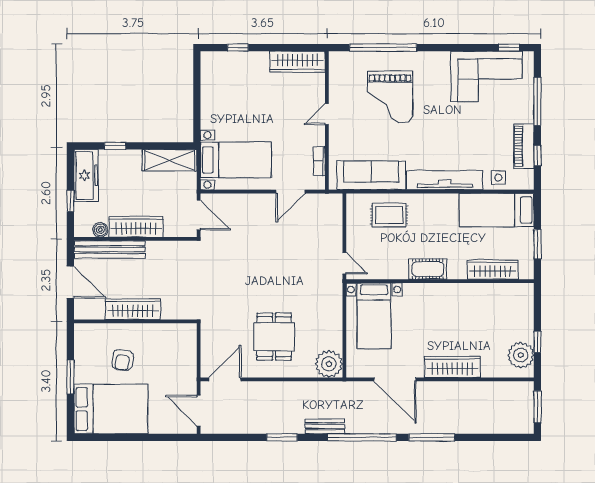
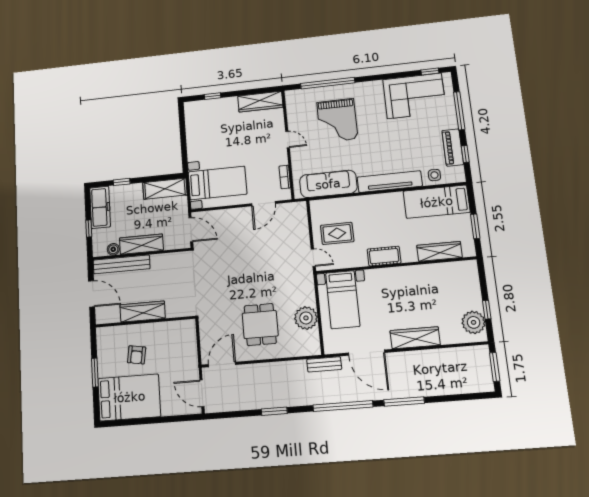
door: (327, 114) -> (287, 139), swing flipped
rug: (389, 215) -> (337, 233), moved
plant: (329, 364) -> (306, 318), moved
bench: (325, 426) -> (324, 364), moved

